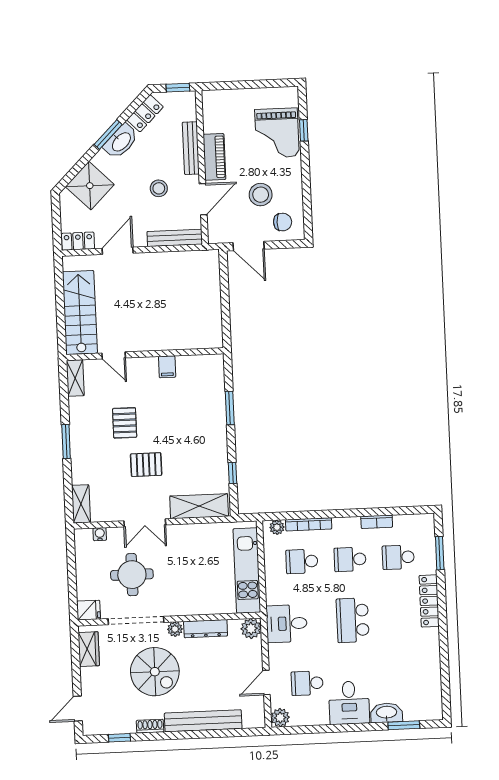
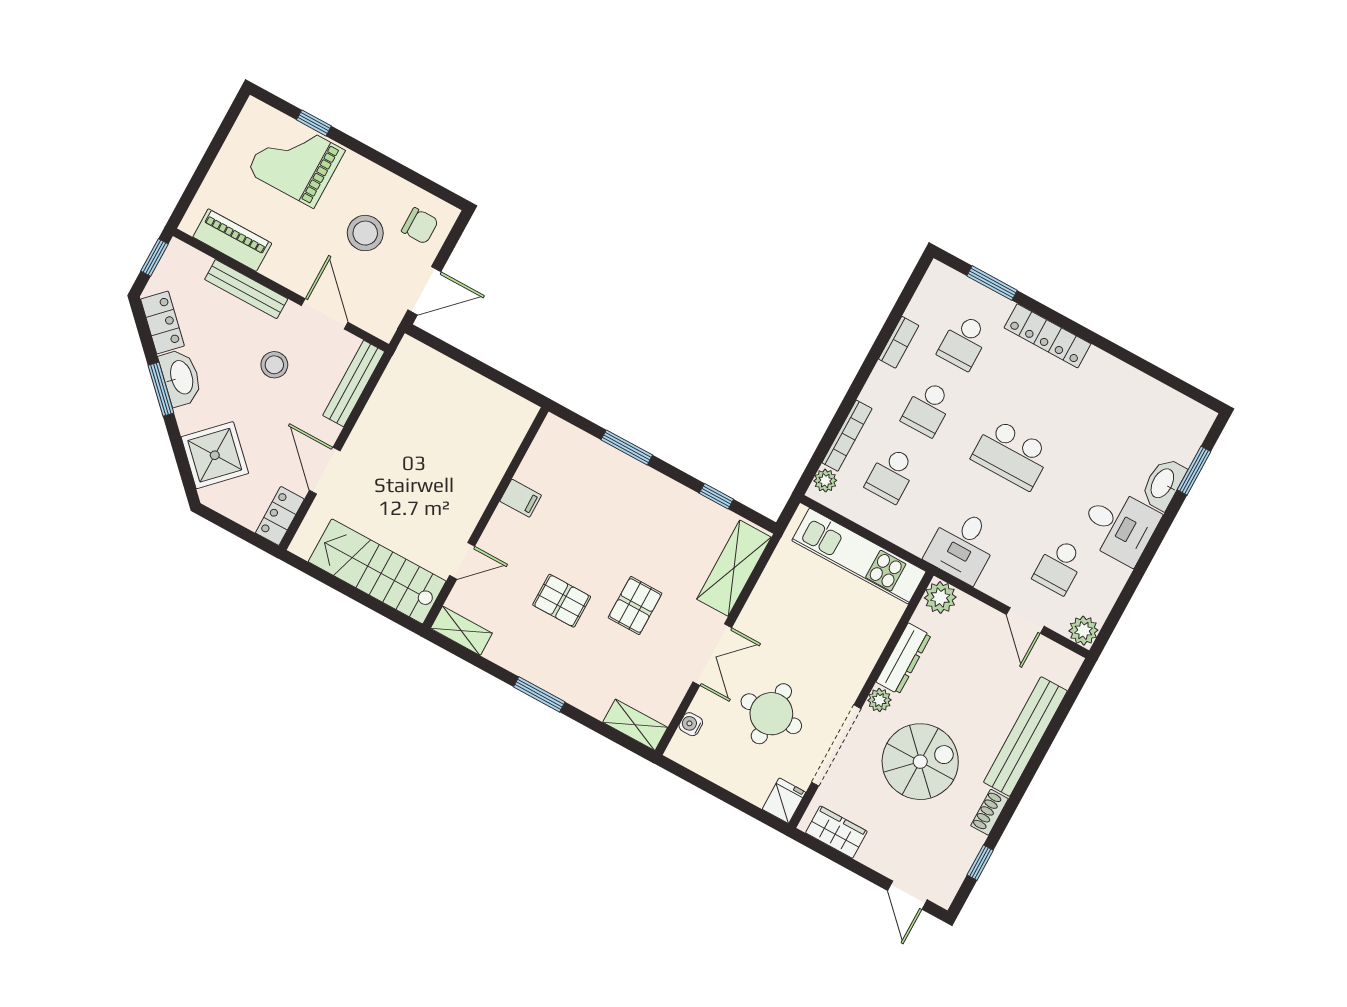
grand piano: (277, 133) -> (296, 161), turned 180
piano: (214, 157) -> (232, 240), moved
chair: (283, 222) -> (420, 226), turned 90

